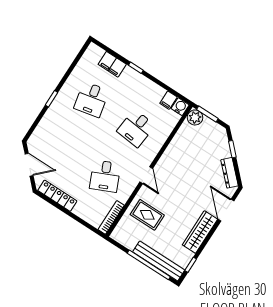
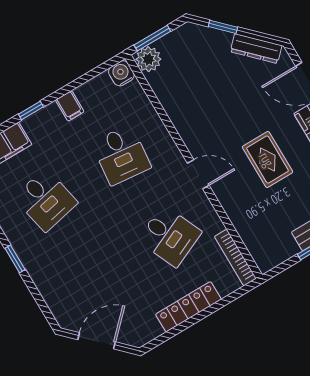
filing cabinet: (168, 100) -> (70, 106), moved
locker: (57, 196) -> (188, 307), moved
rug: (147, 215) -> (267, 159), moved, turned 90

